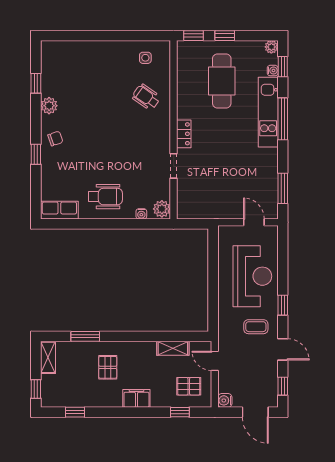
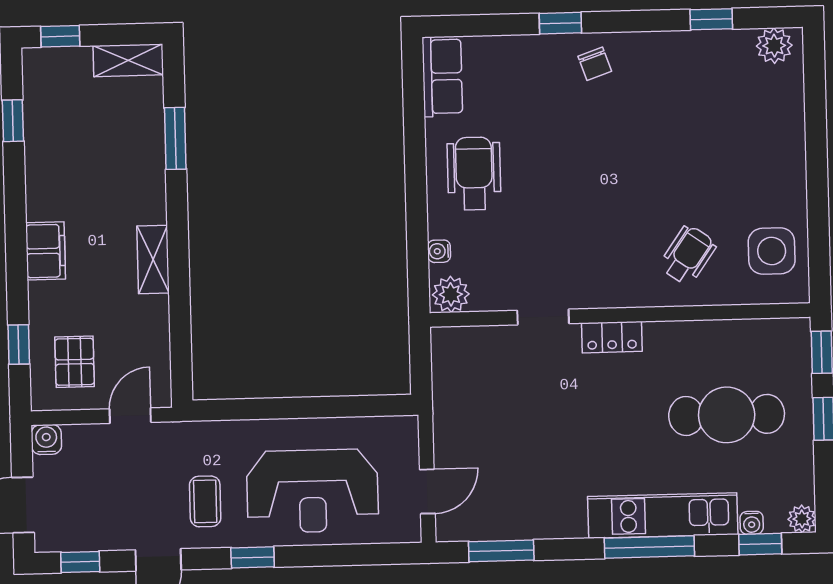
side table: (145, 58) -> (772, 251), width x1.87, depth x1.87
plant: (49, 106) -> (774, 46), moved
wheelchair: (105, 197) -> (474, 173), turned 180
shelving: (173, 348) -> (153, 260), moved
pallet: (108, 367) -> (110, 188), removed

